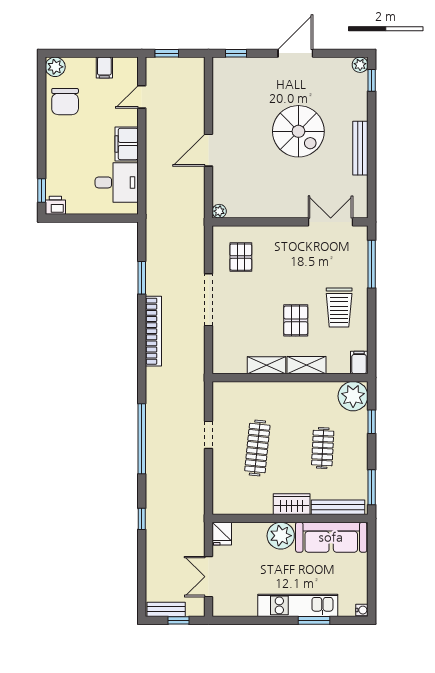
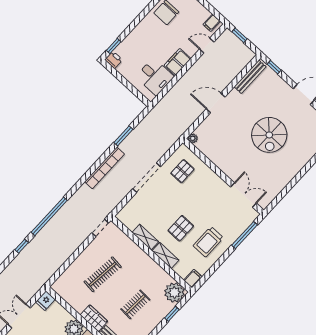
filing cabinet: (104, 68) -> (212, 23), moved
bench: (360, 148) -> (250, 77), moved
doorway: (208, 435) -> (100, 228), moved
window: (142, 519) -> (22, 246), moved

